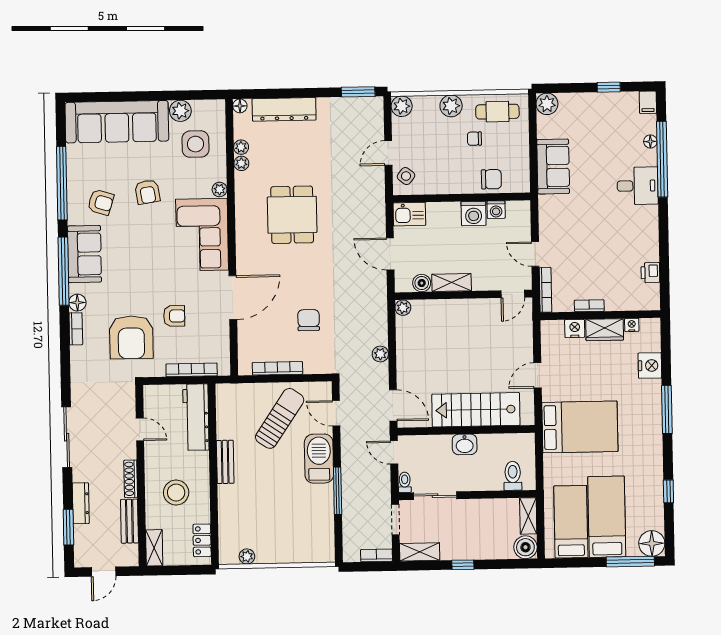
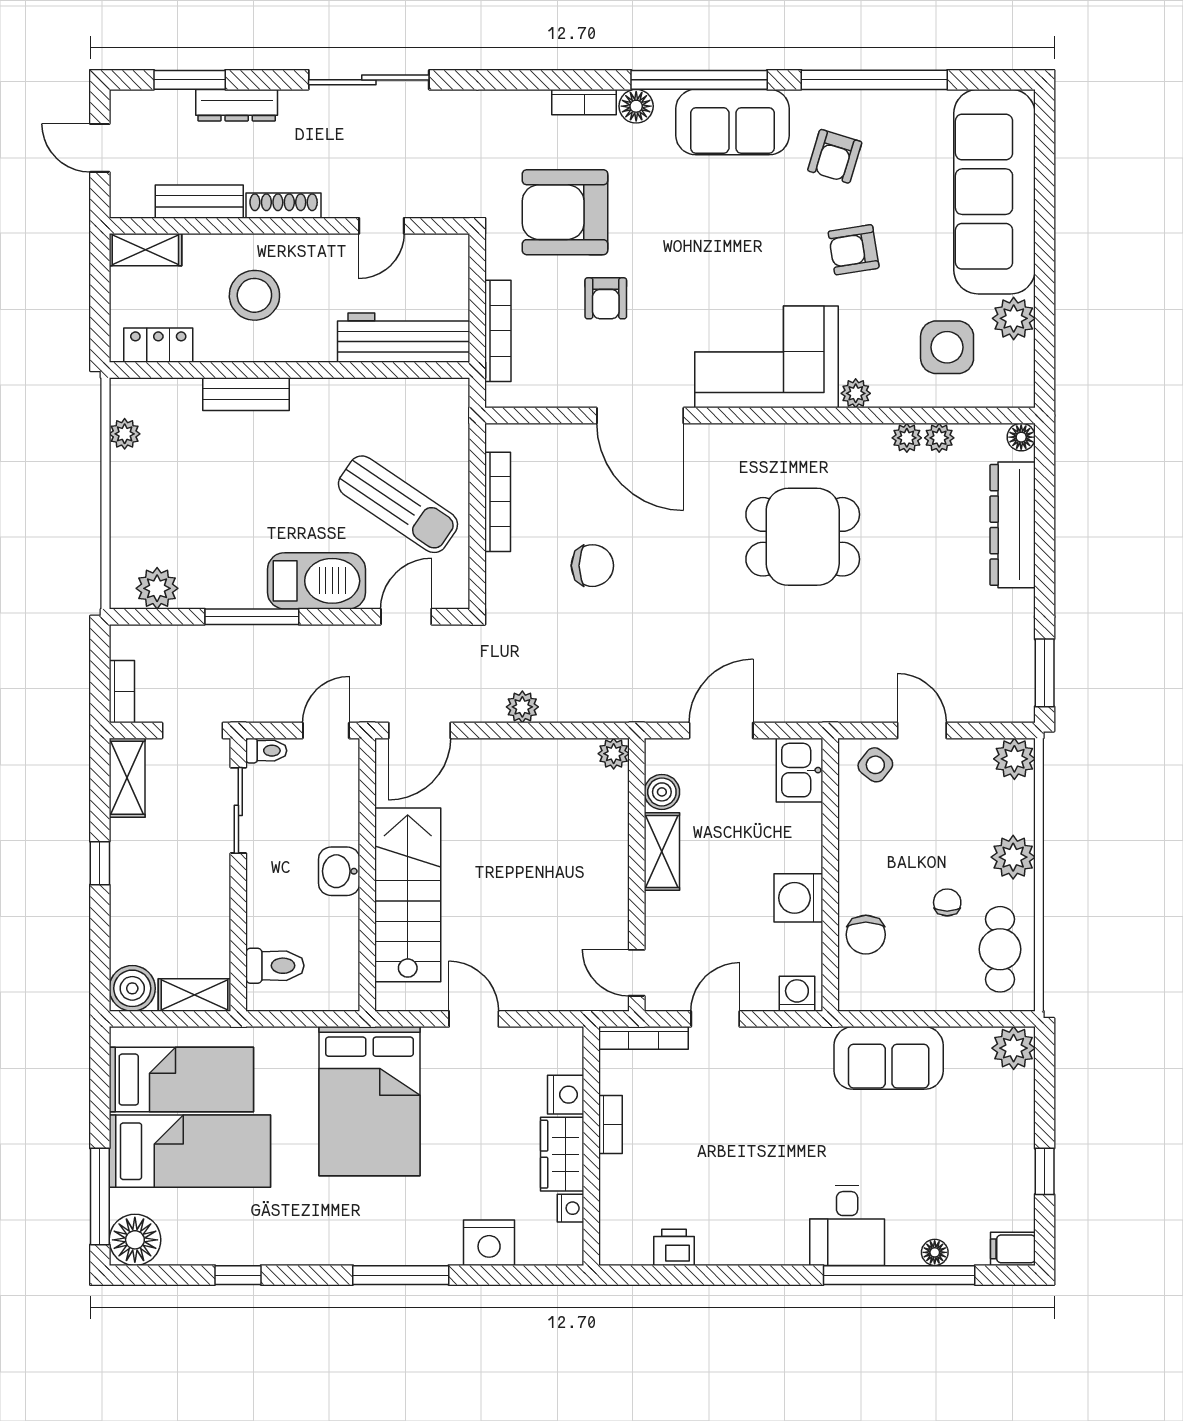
washing machine: (496, 210) -> (797, 994), moved, turned 90
bench: (225, 462) -> (246, 394), moved
plant: (324, 539) -> (157, 588), added

